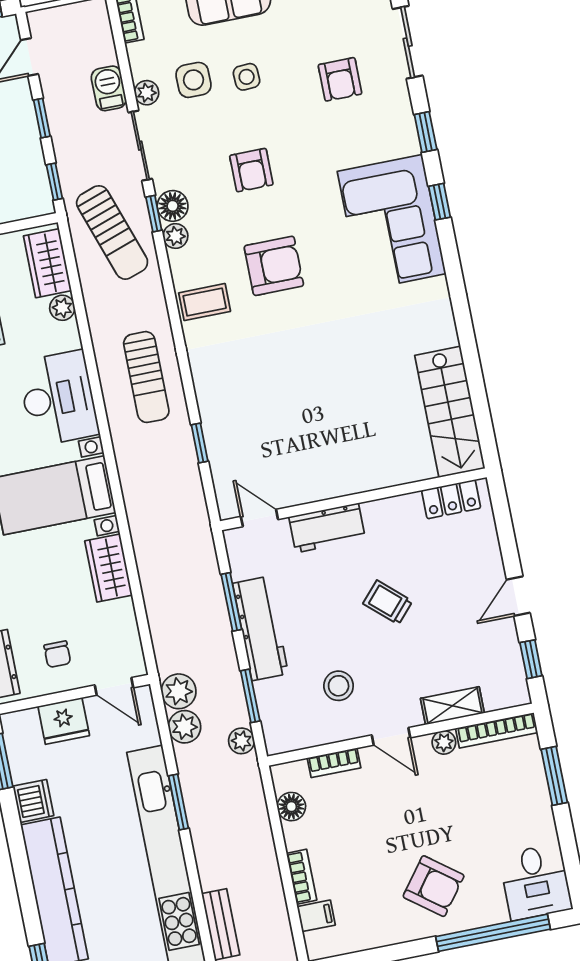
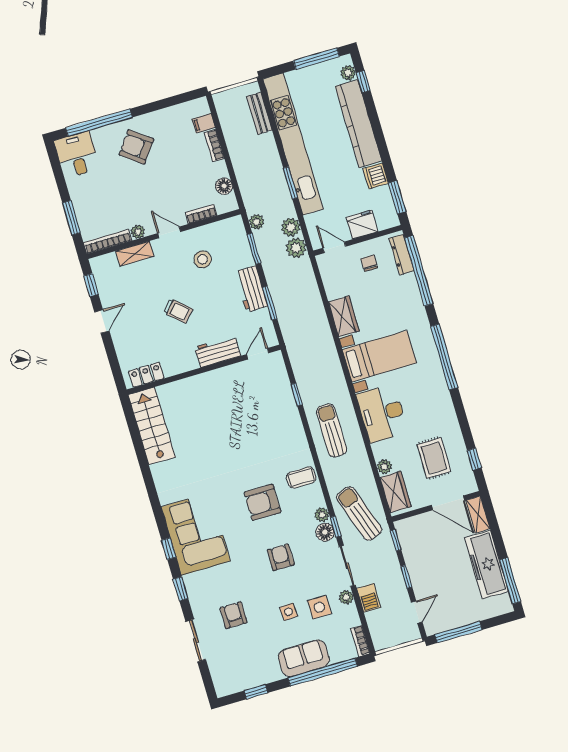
door: (259, 518) -> (258, 354), swing flipped
workbench: (260, 629) -> (251, 289), width x0.73

